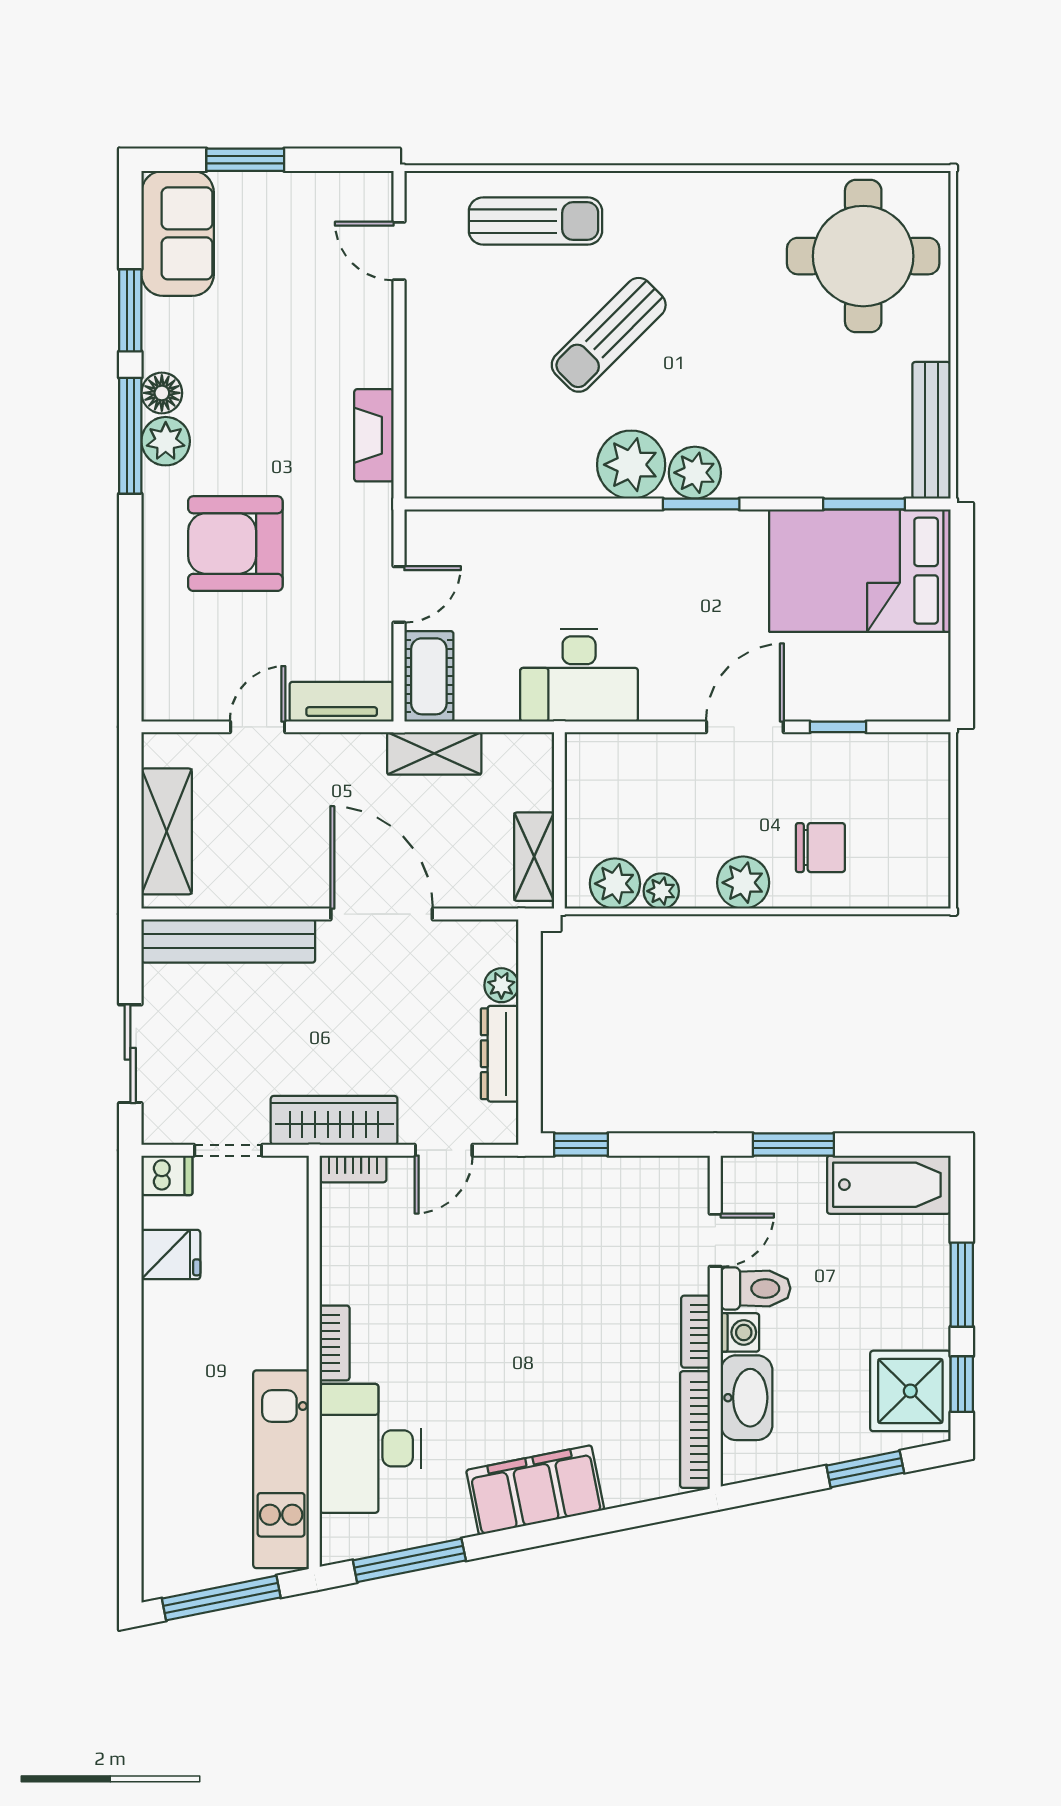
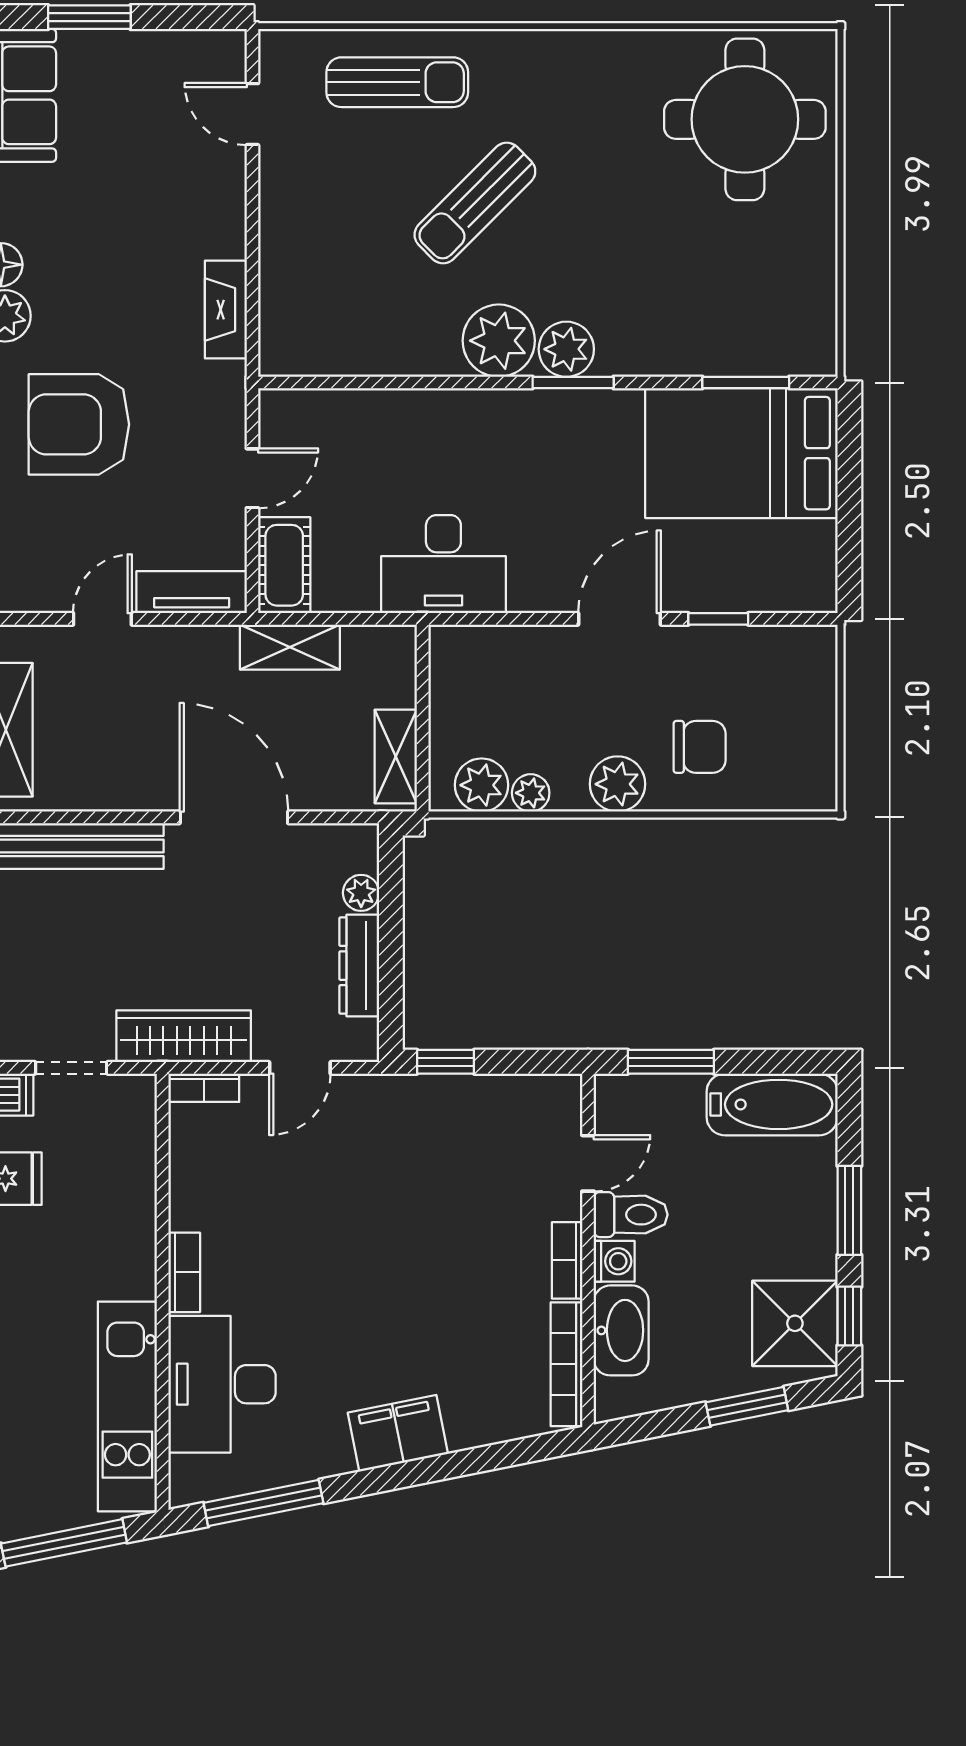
bench: (931, 430) -> (817, 304), removed
filing cabinet: (535, 1490) -> (398, 1433), width x0.67, depth x0.86

